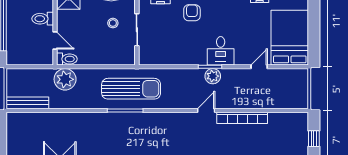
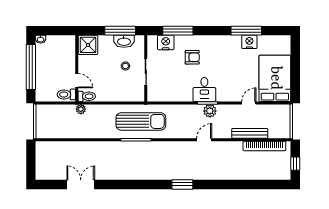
armchair: (192, 13) -> (192, 57), turned 90
toilet: (43, 19) -> (66, 94), moved
desk: (221, 51) -> (204, 89), moved
plant: (65, 79) -> (81, 109), width x0.53, depth x0.53
bench: (27, 103) -> (250, 133), moved
bookcase: (242, 118) -> (264, 146), moved

